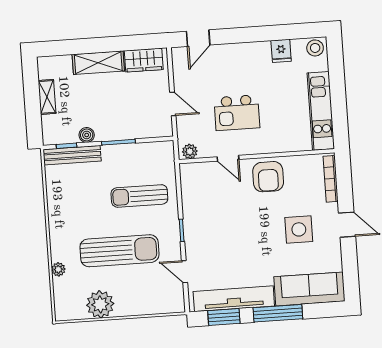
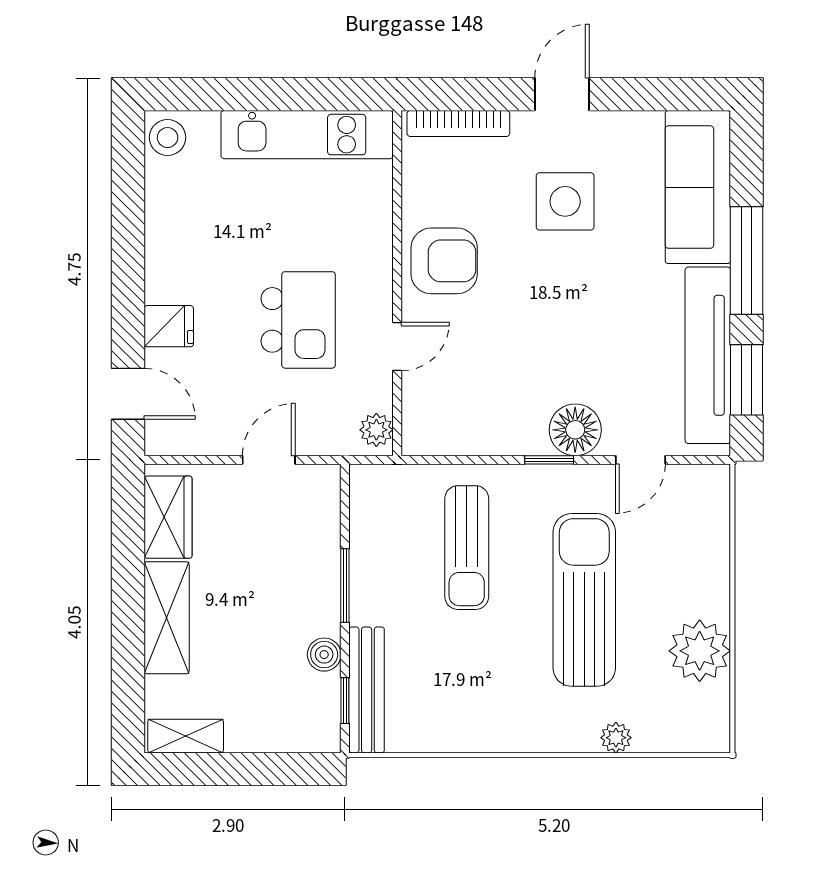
fridge: (281, 51) -> (169, 326), moved
shelving: (47, 97) -> (186, 736), moved
floor lamp: (196, 241) -> (575, 430), added

